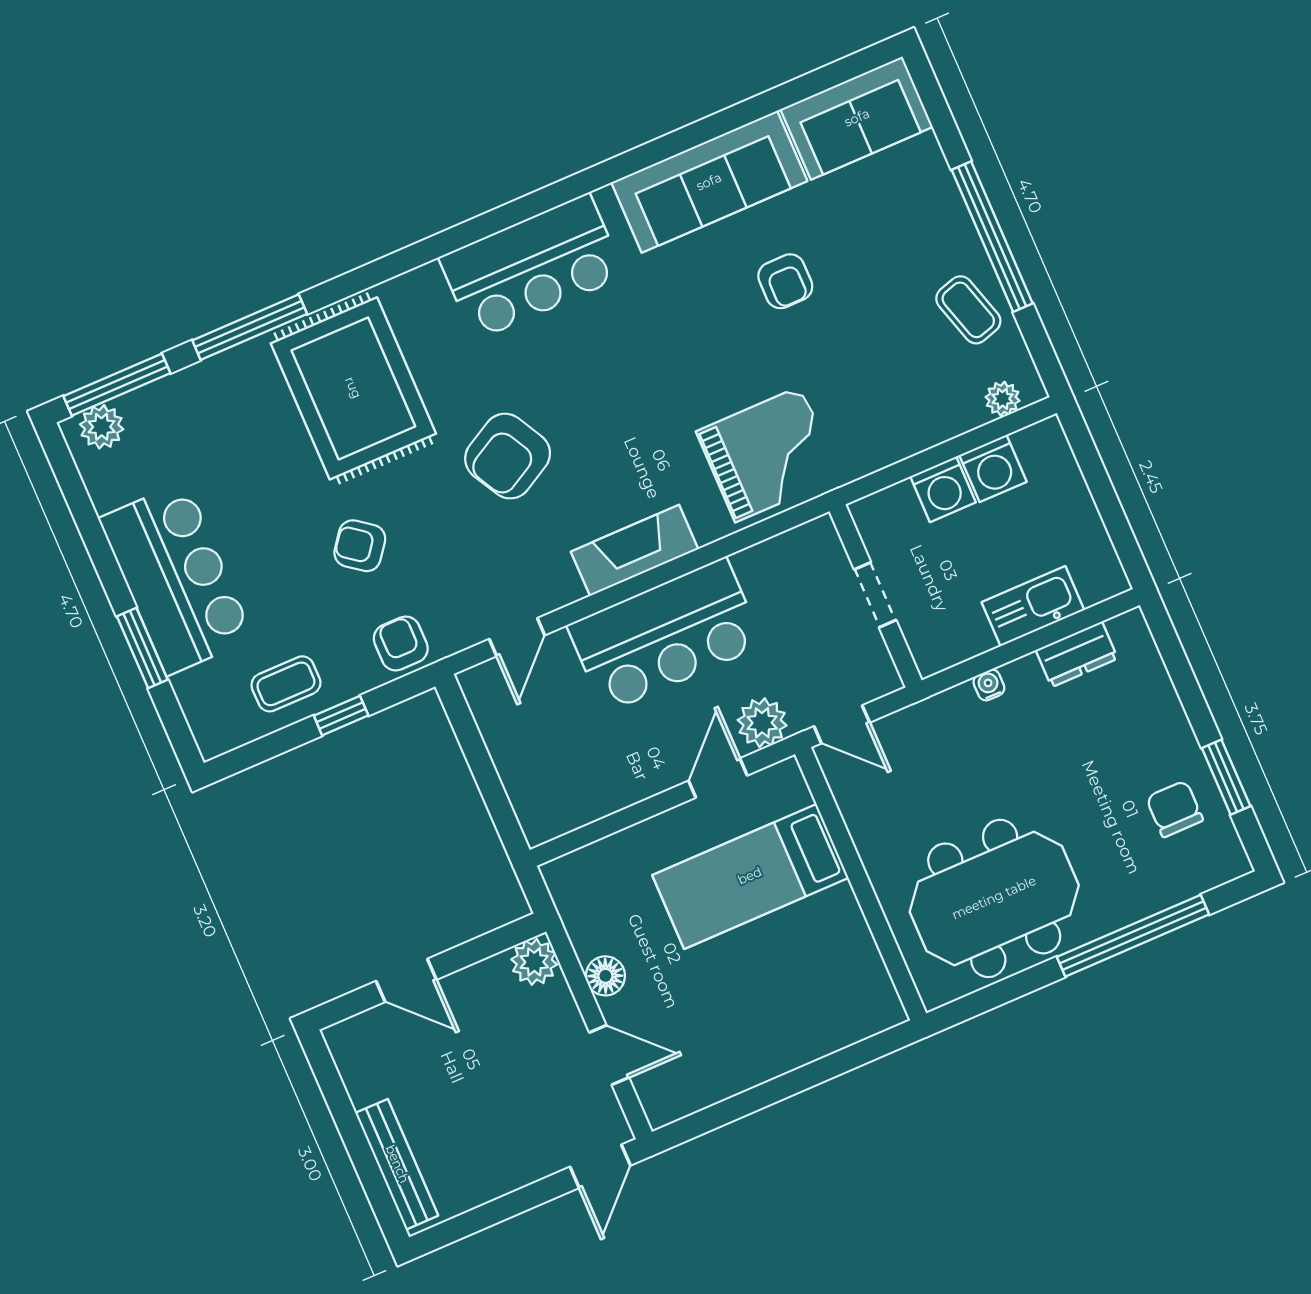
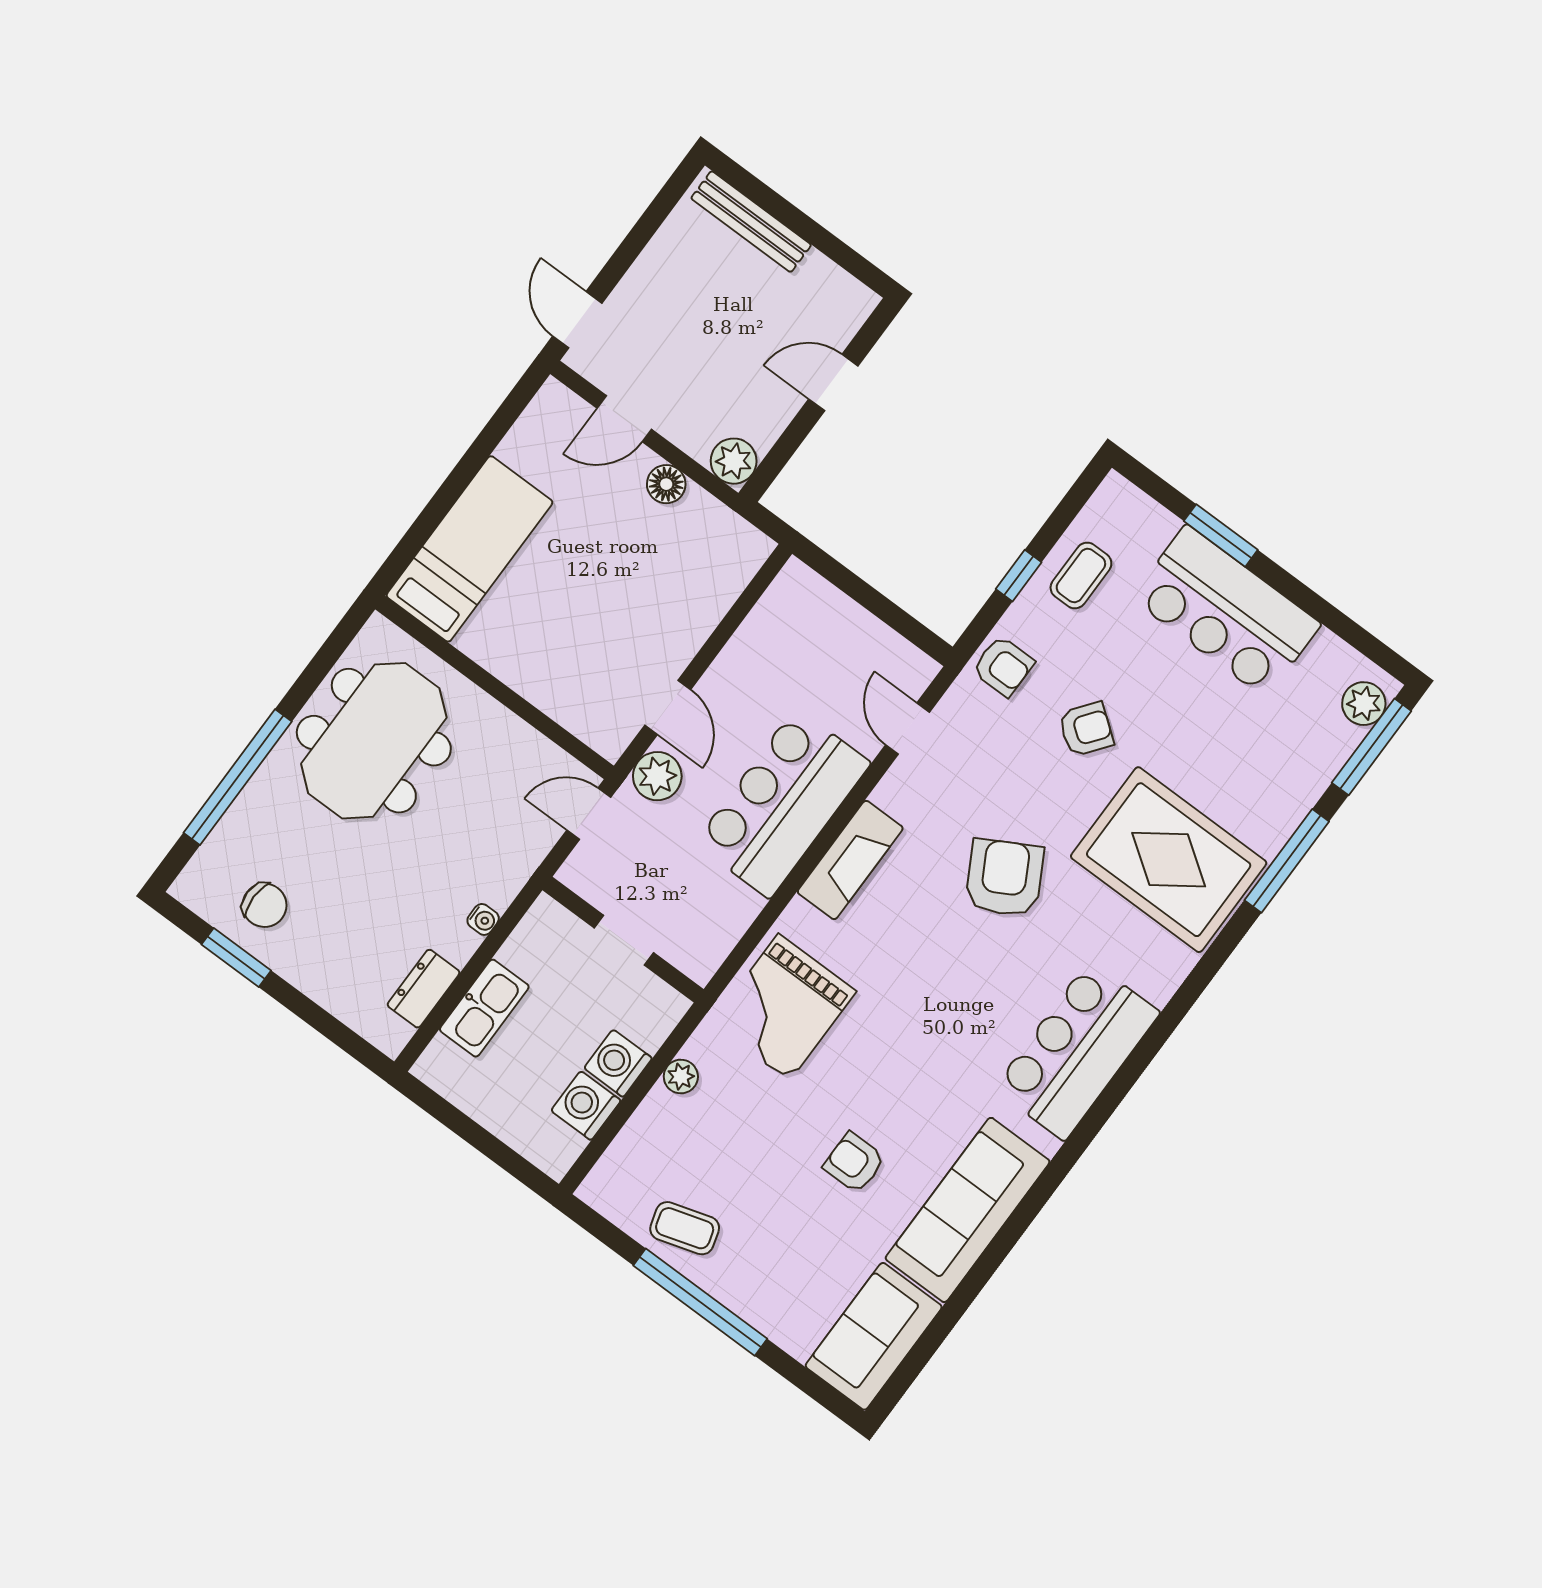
plant: (1003, 399) -> (681, 1077), moved
bed: (750, 876) -> (469, 549), moved

